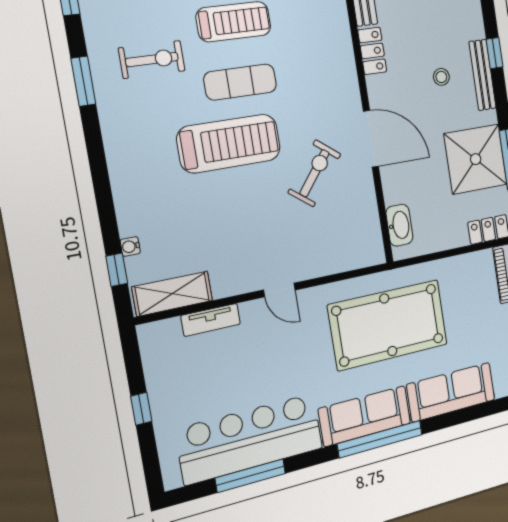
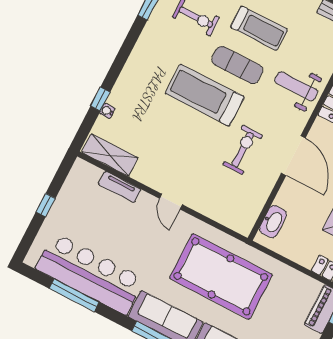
weight bench: (321, 60) -> (296, 86), added
treadmill: (229, 144) -> (205, 95), turned 180
exercise bike: (314, 173) -> (243, 150), turned -38
window: (117, 270) -> (100, 99), moved

